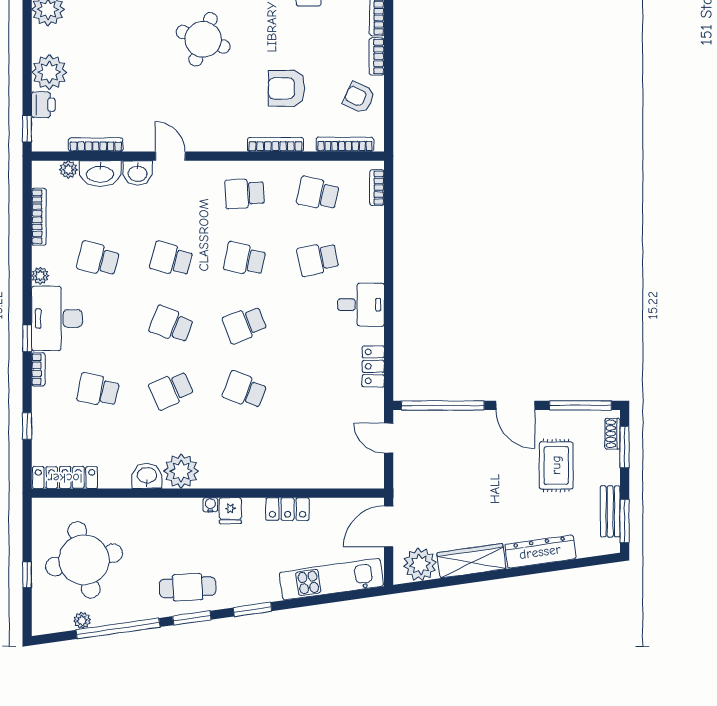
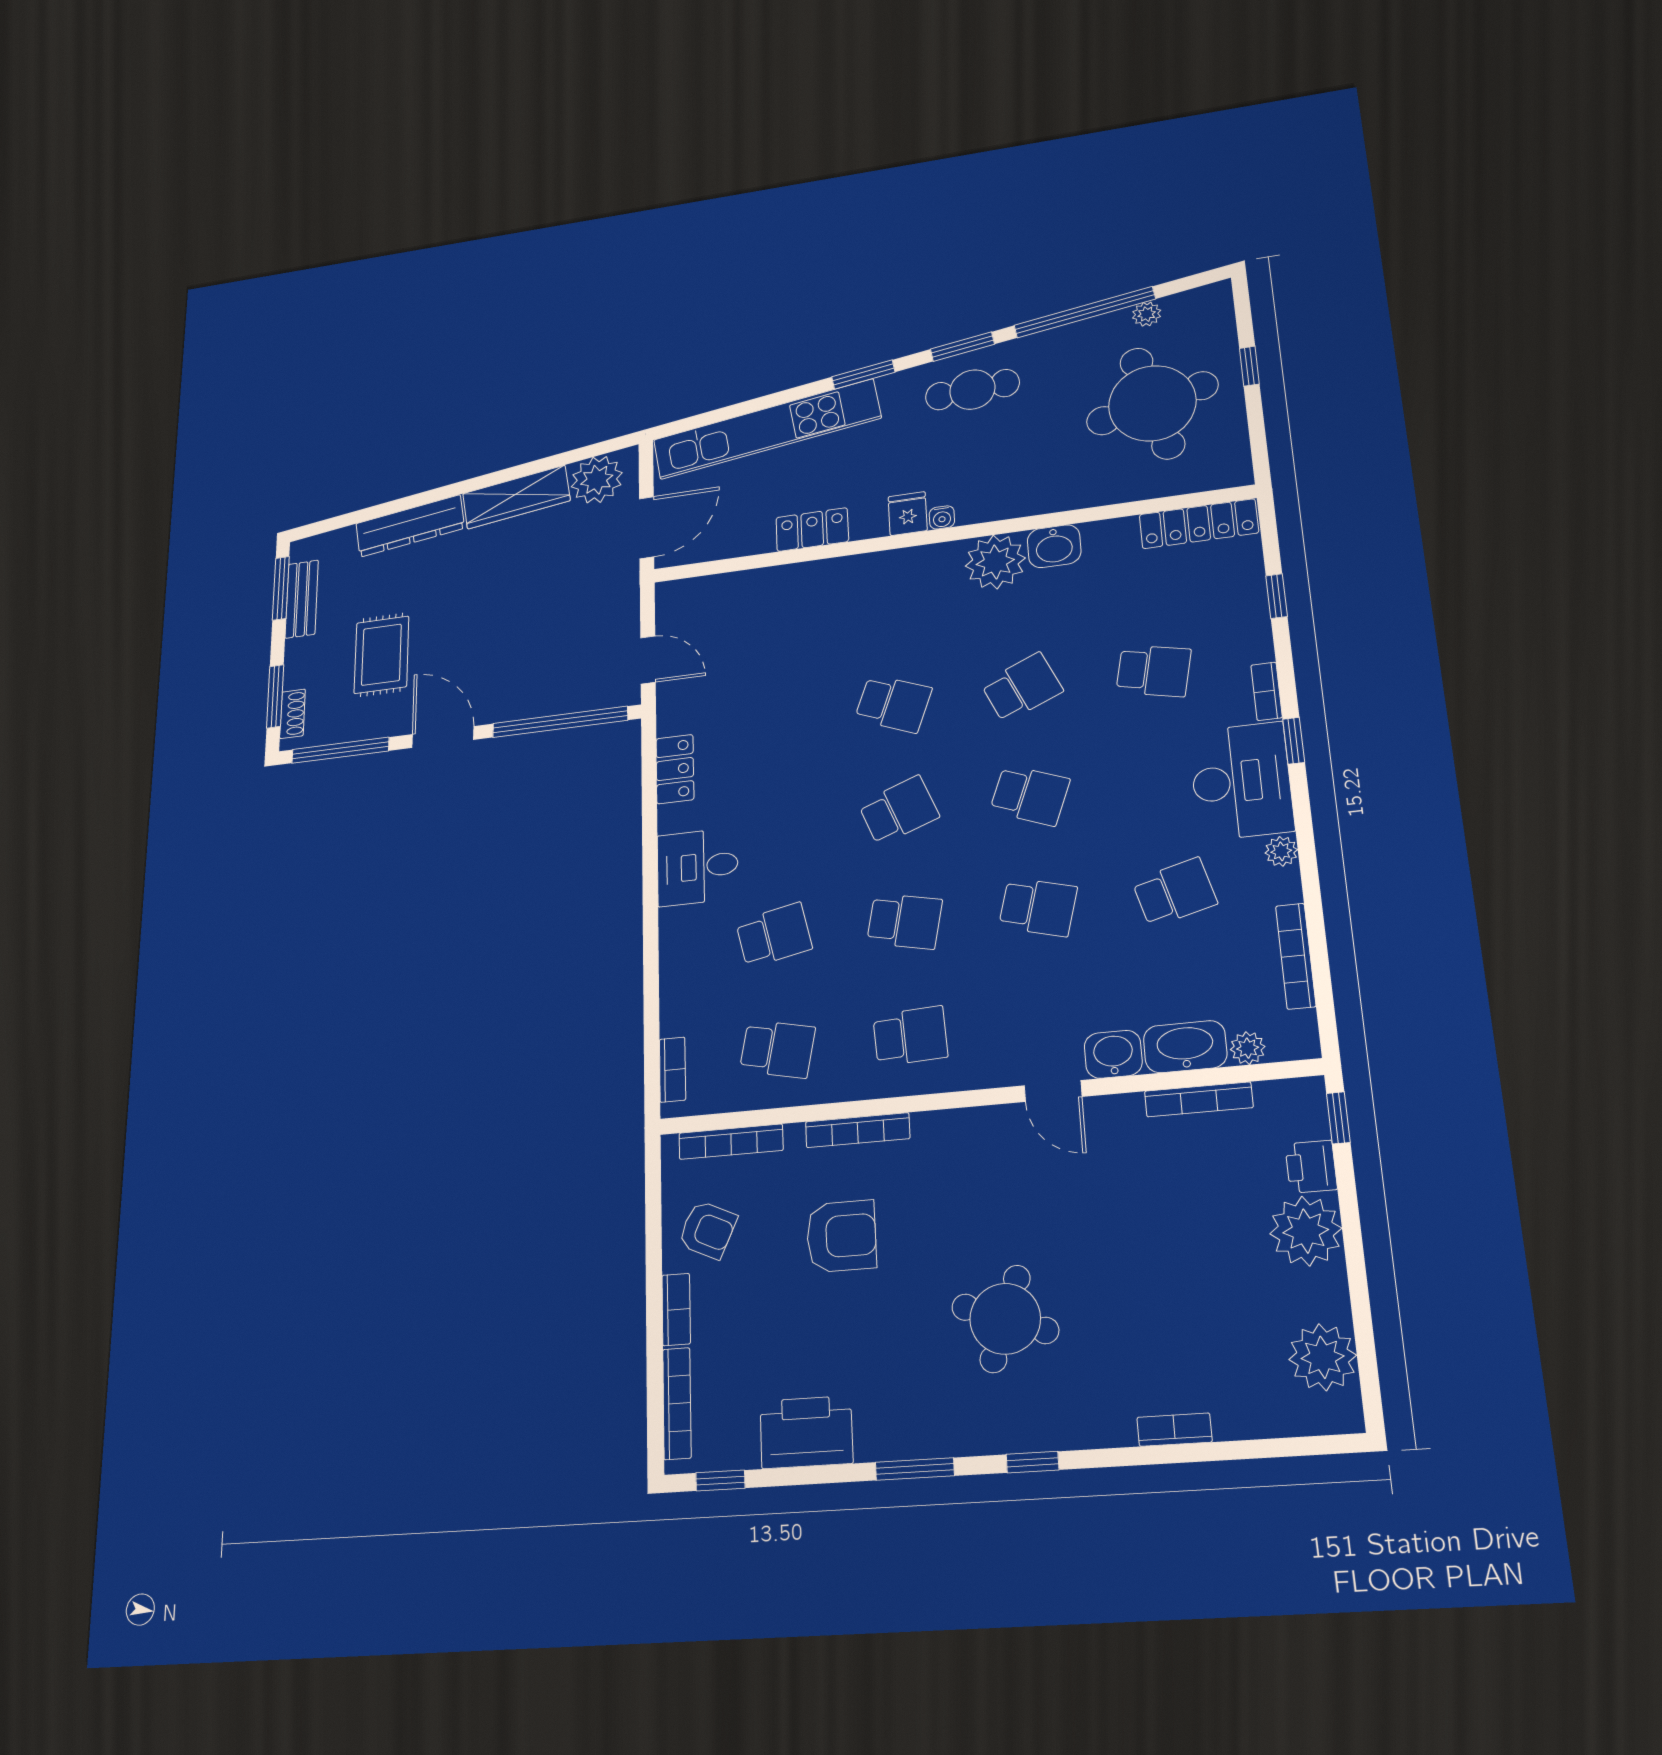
school desk: (98, 259) -> (1175, 892), turned -30
kitchen unit: (331, 579) -> (767, 429), width x1.36

